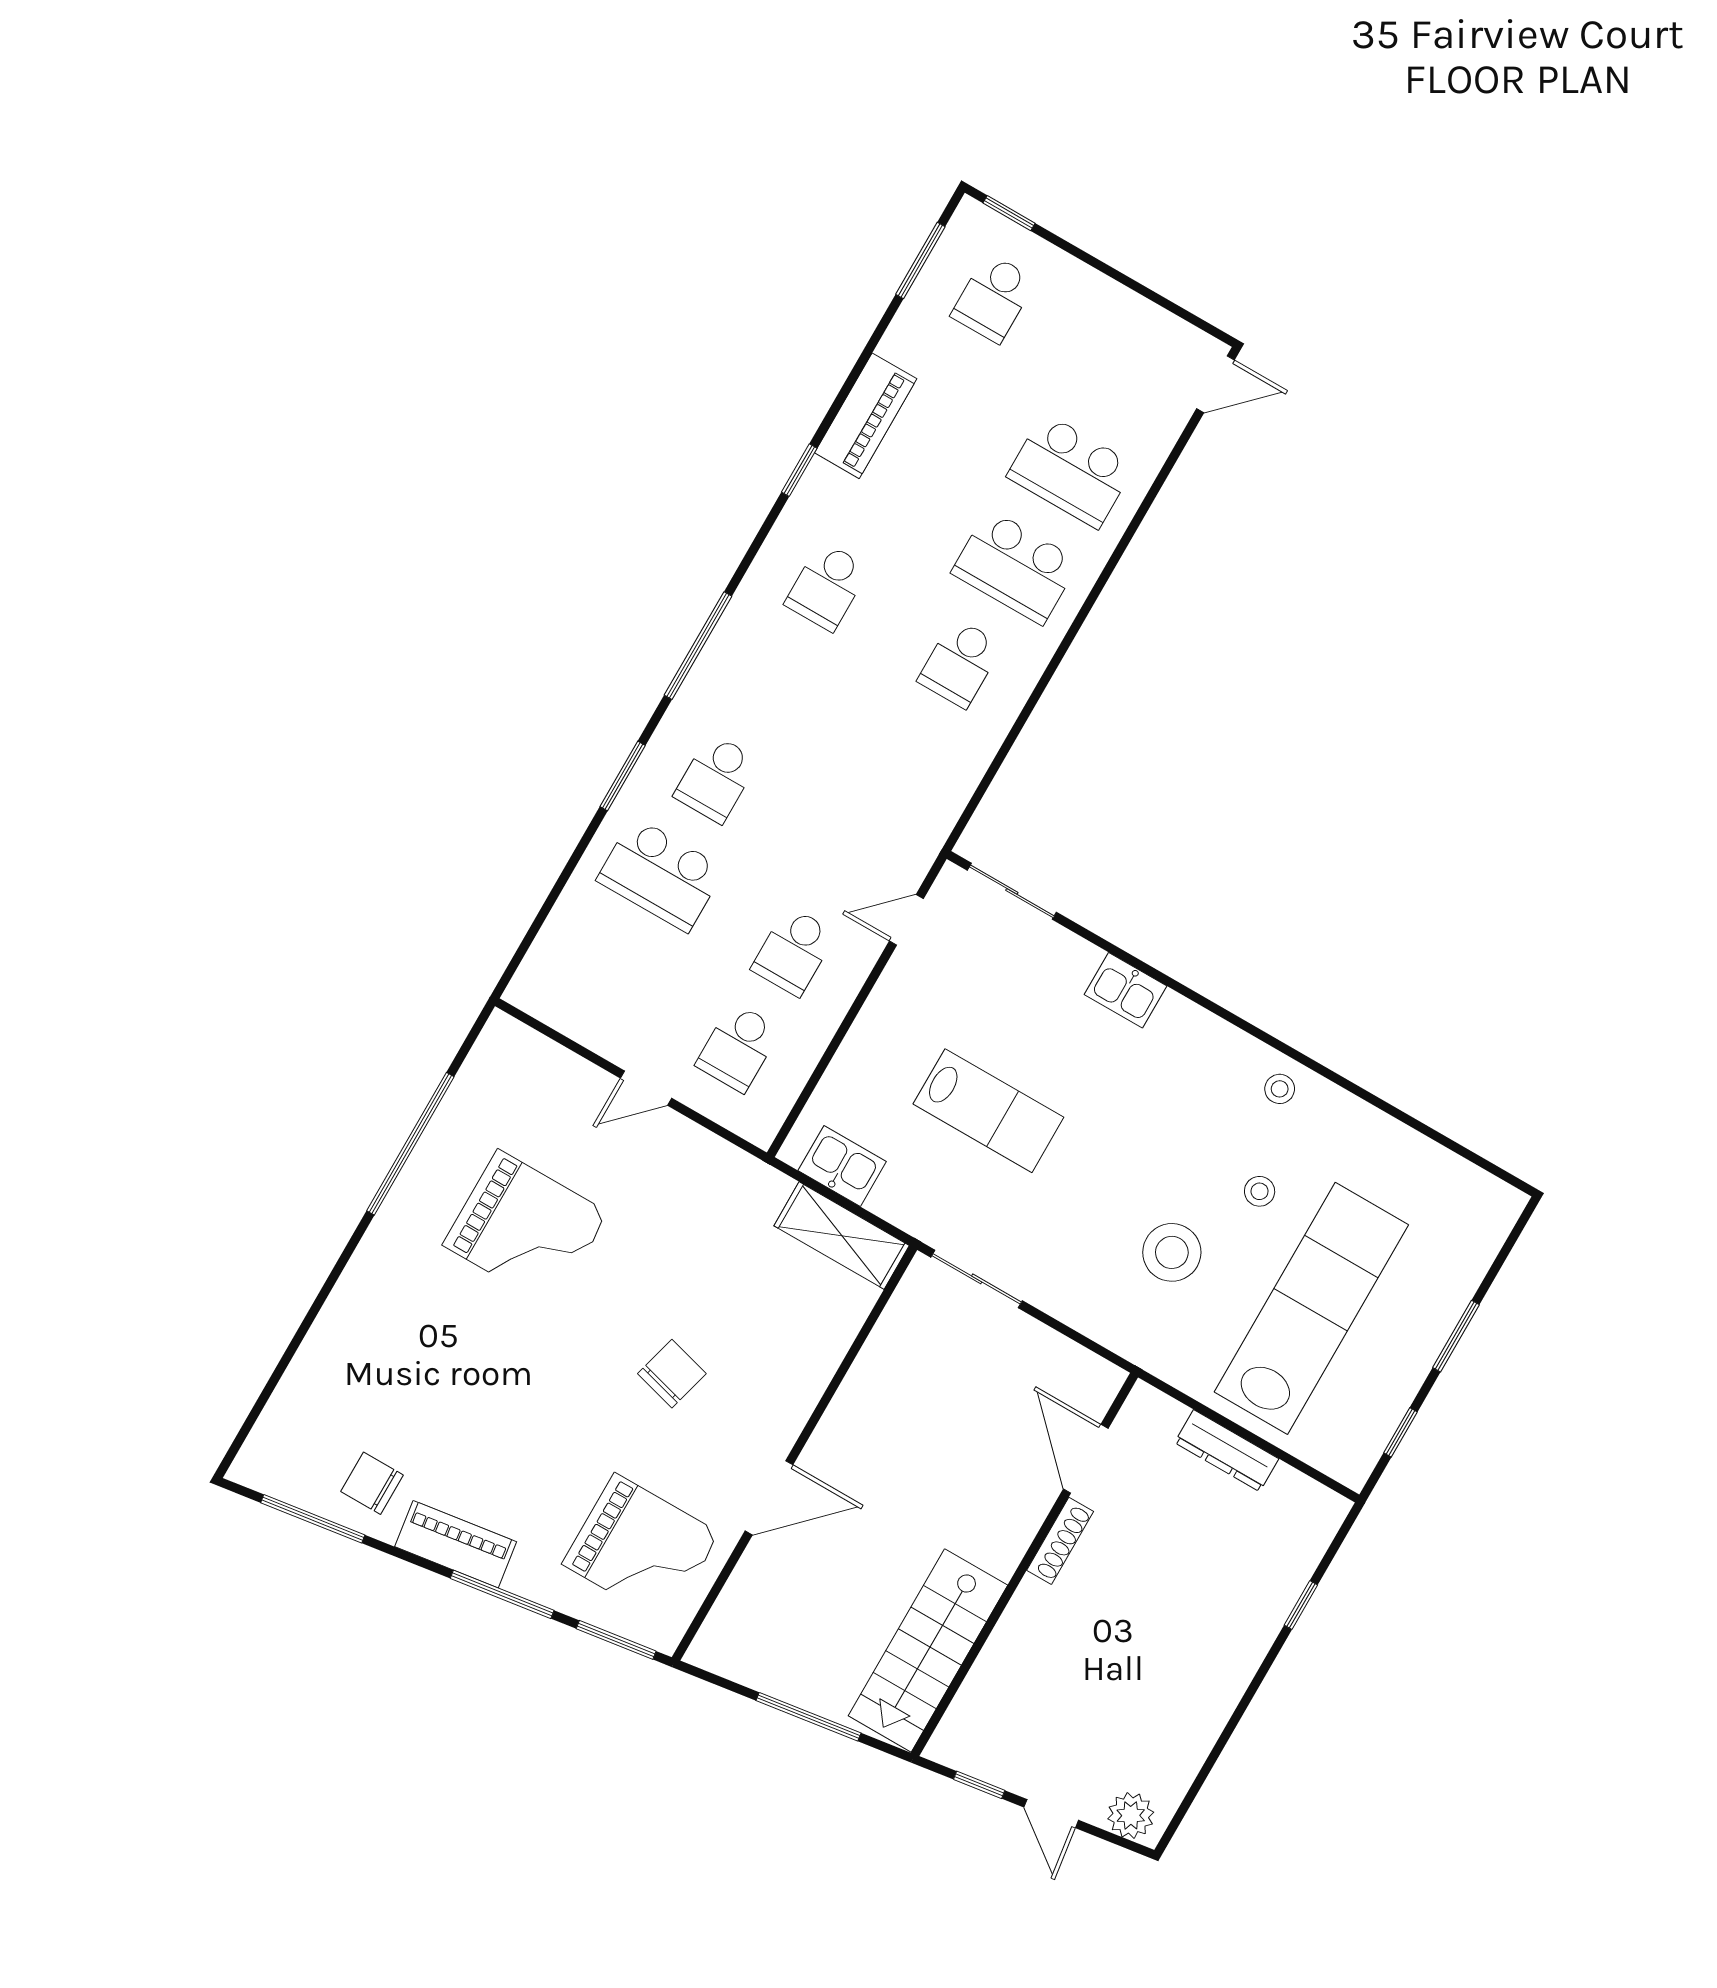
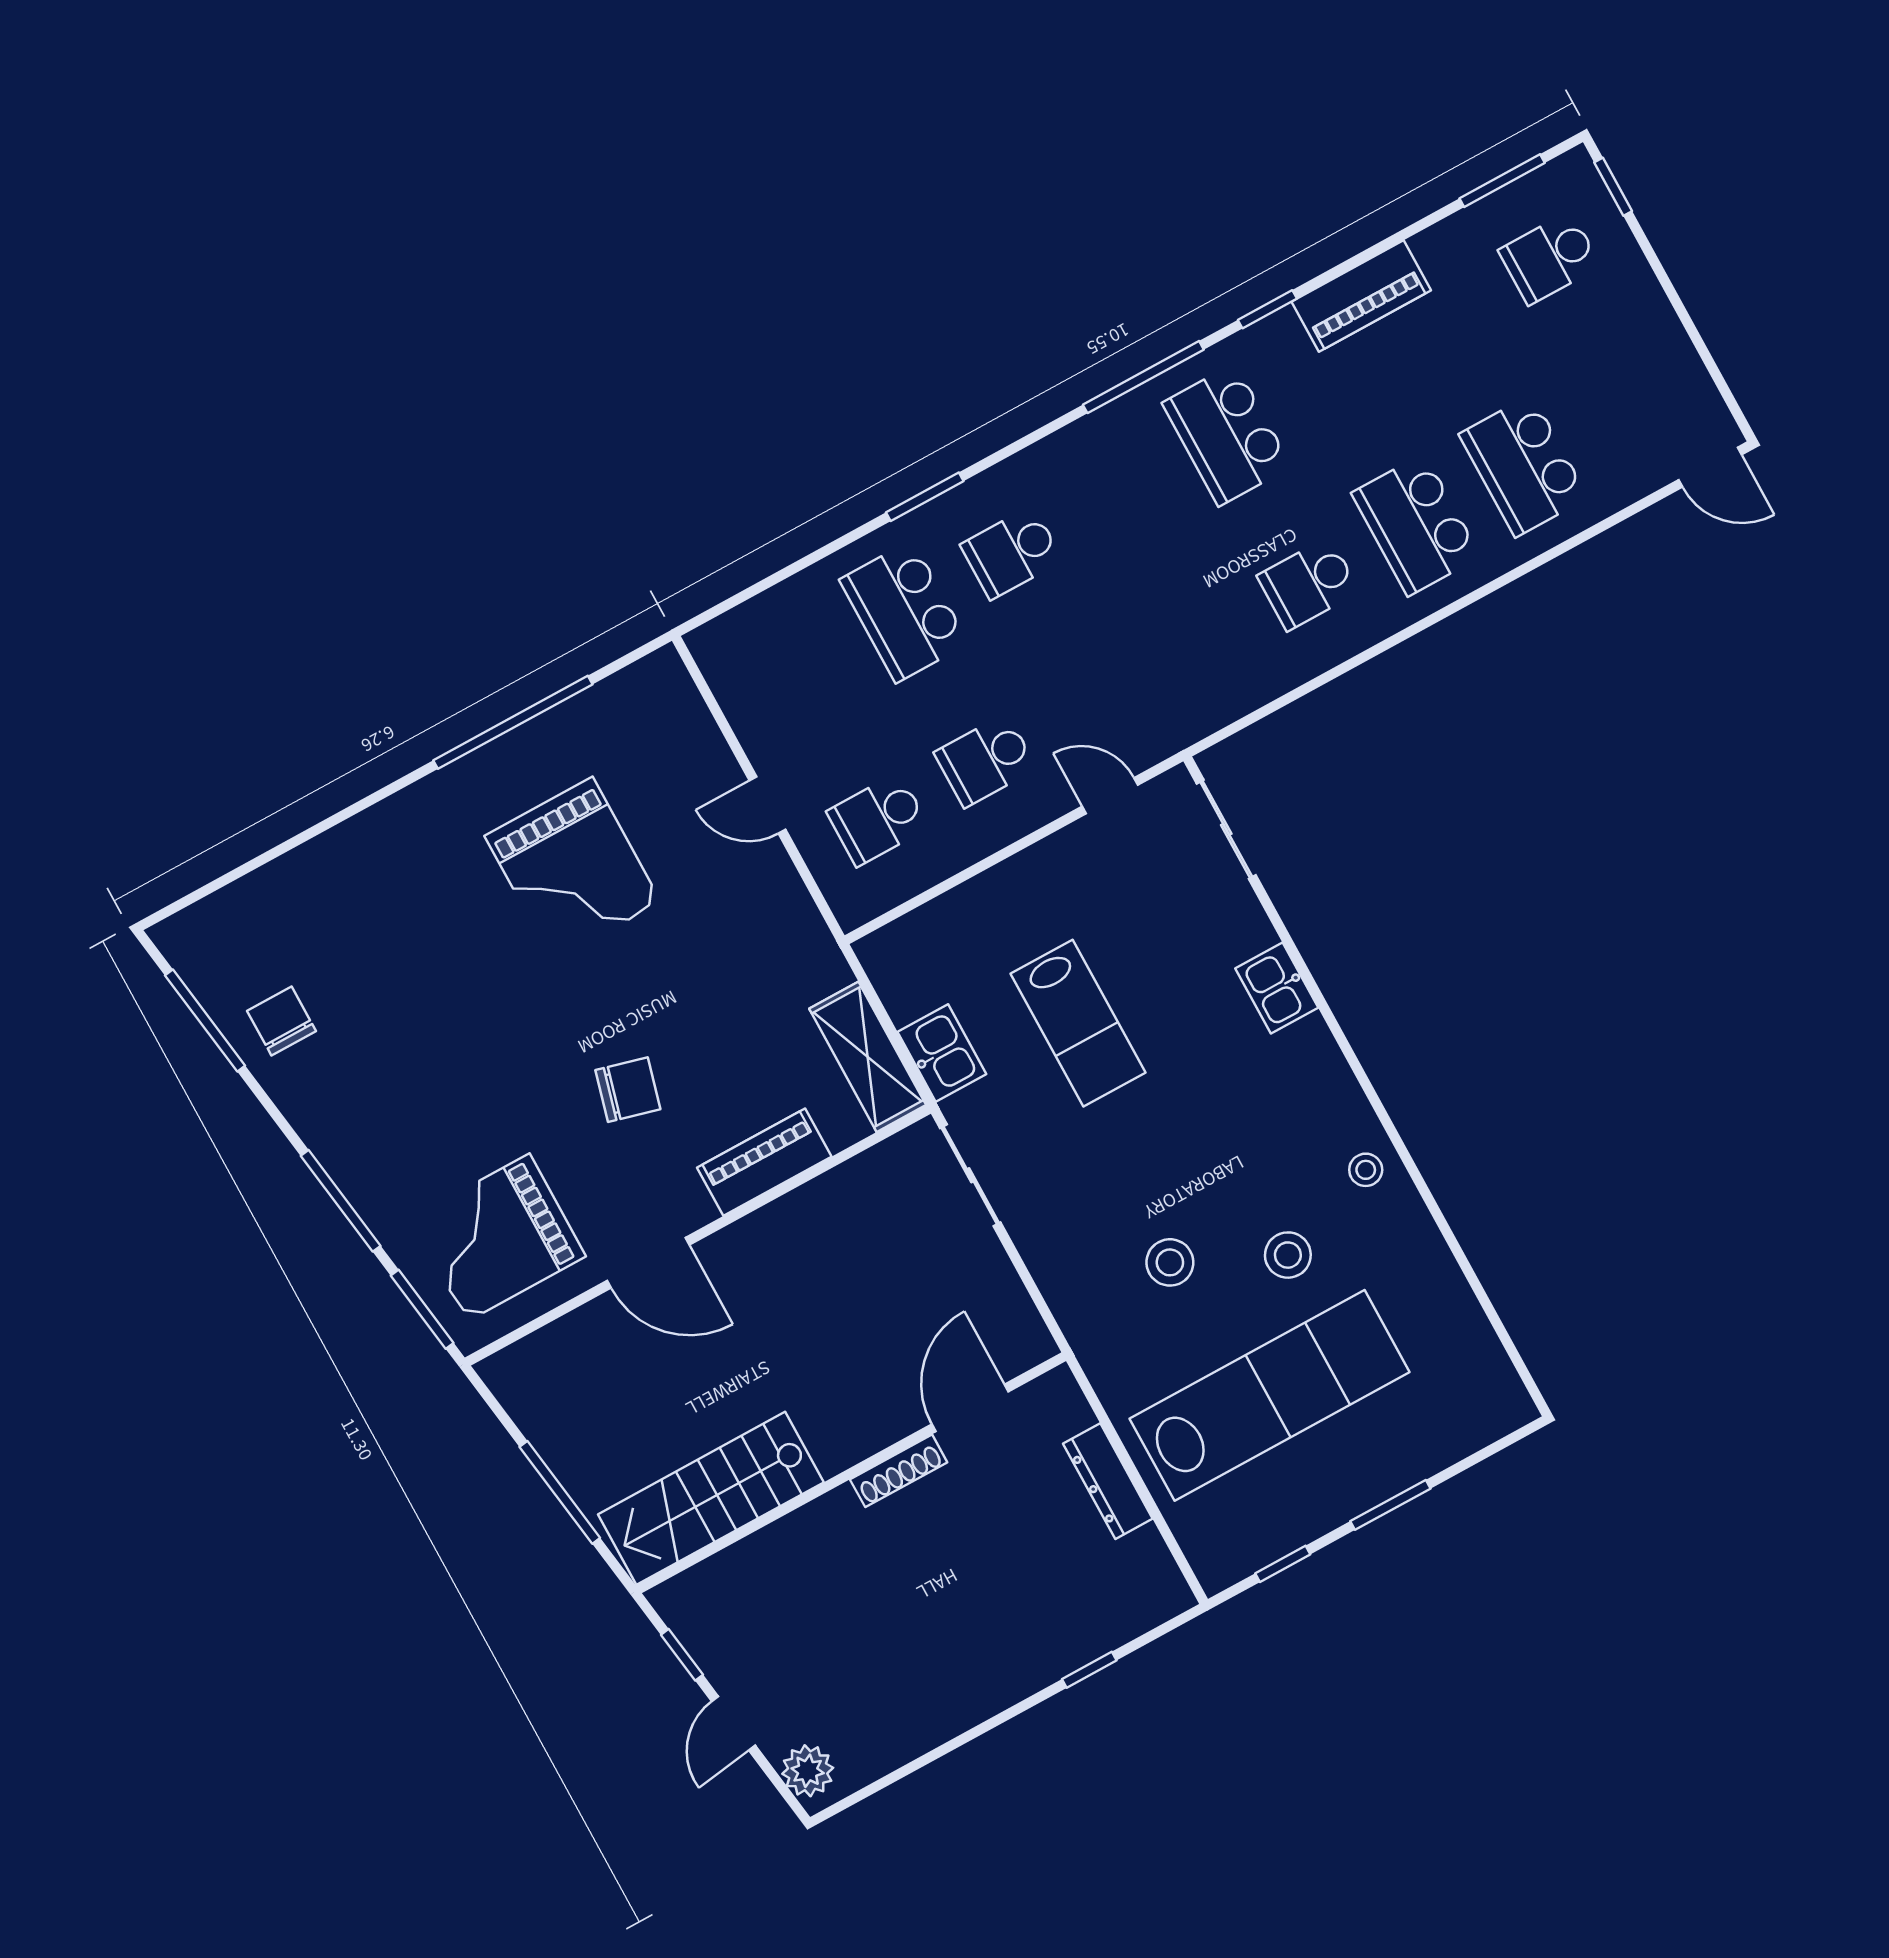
school desk: (827, 586) -> (1227, 435), width x1.85
window: (698, 646) -> (1143, 377), moved
kitchen sink: (842, 1166) -> (942, 1053), moved
stool: (1260, 1191) -> (1288, 1255), width x1.37, depth x1.37
stool: (1172, 1252) -> (1170, 1262), width x0.73, depth x0.73
piano: (456, 1544) -> (764, 1162), moved, turned -82
grand piano: (641, 1549) -> (498, 1237), turned 90

